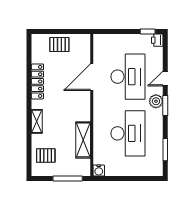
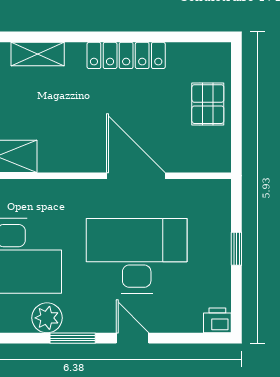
window: (148, 32) -> (236, 249), moved
desk: (128, 77) -> (137, 256), turned 180
plant: (156, 101) -> (47, 318), moved

